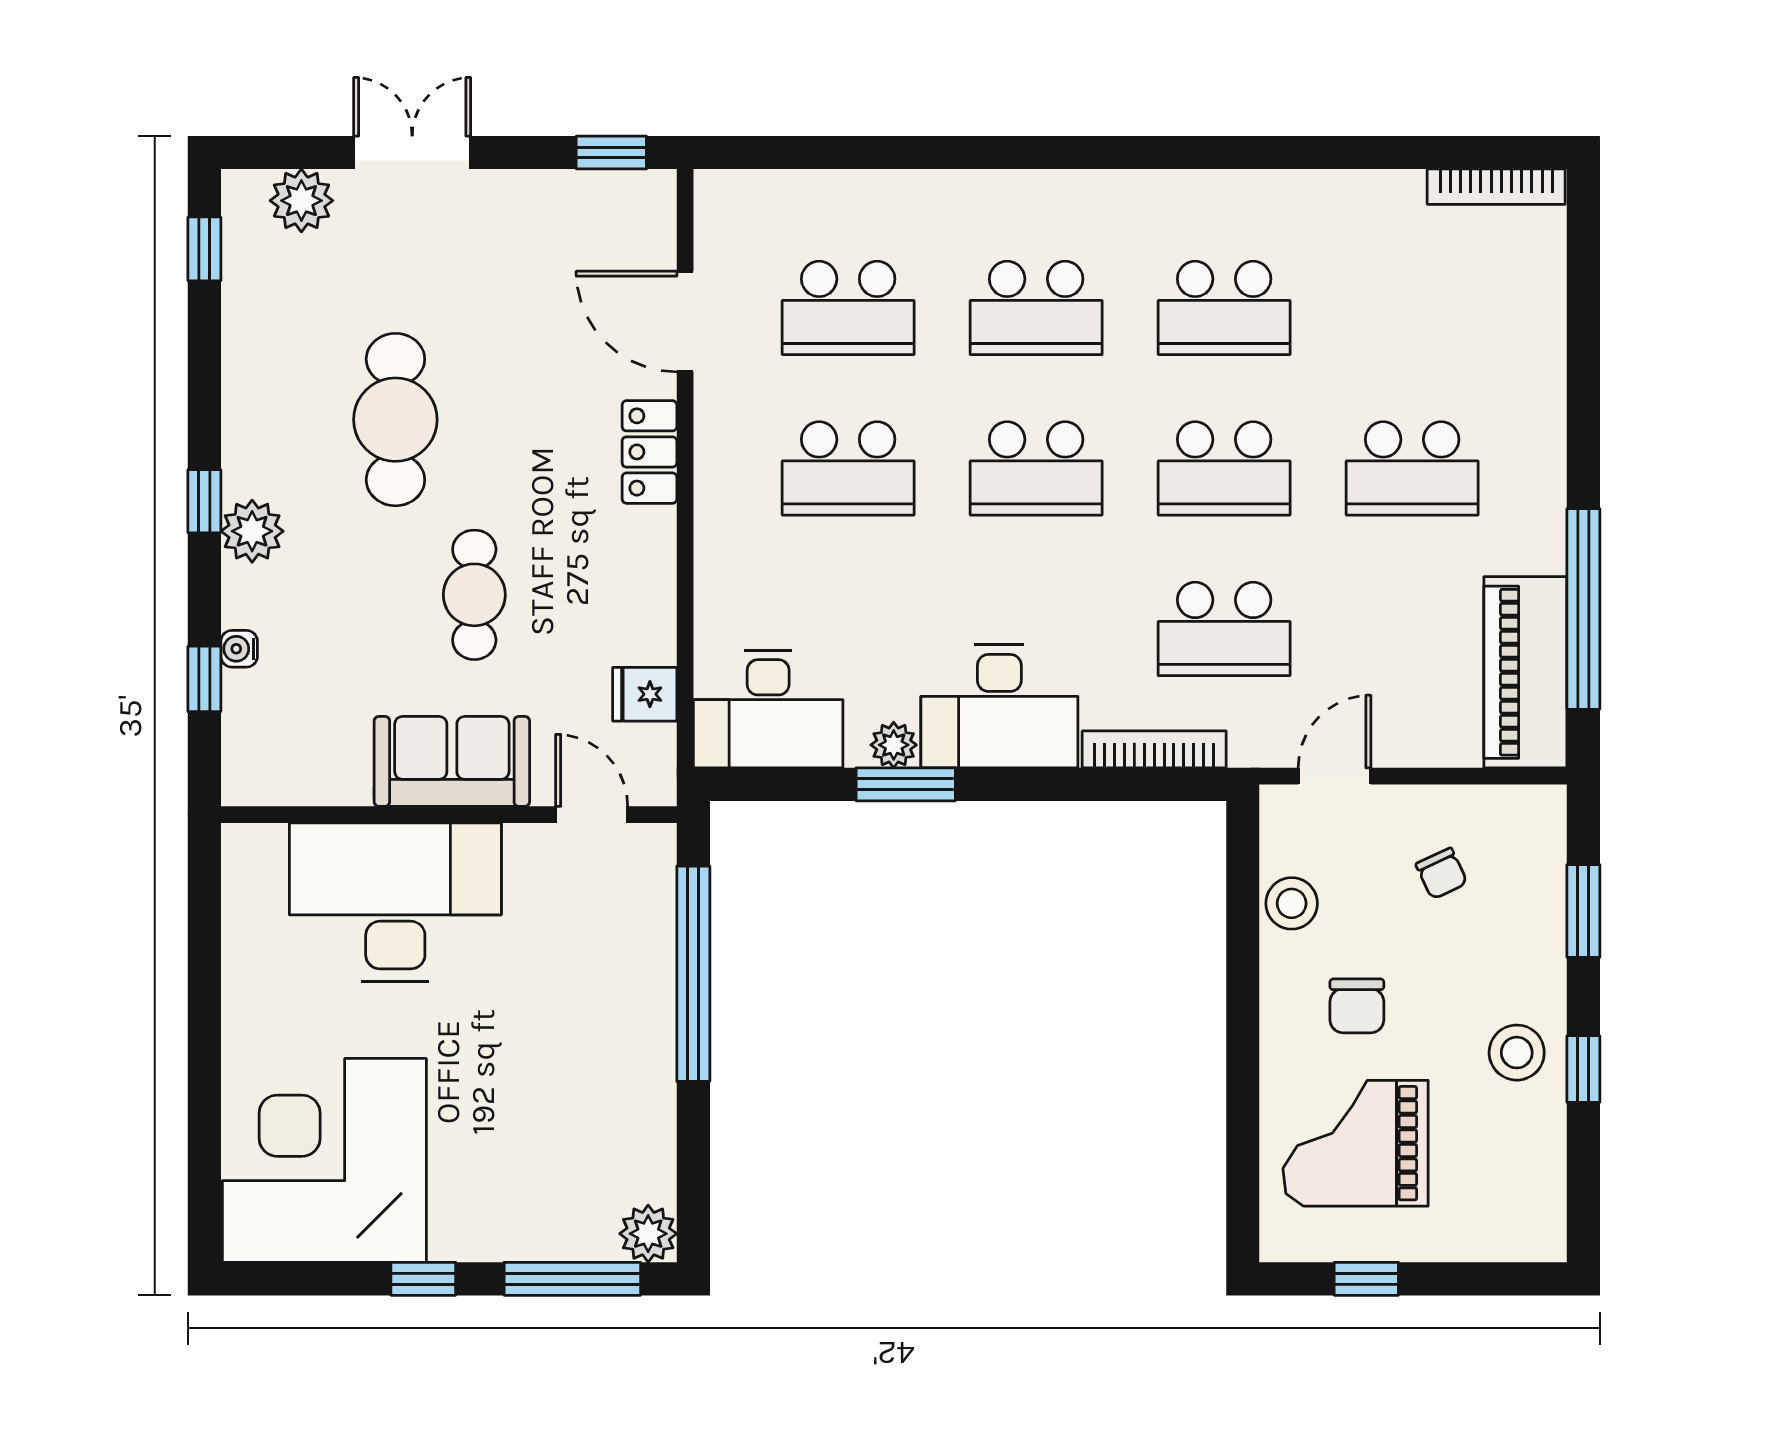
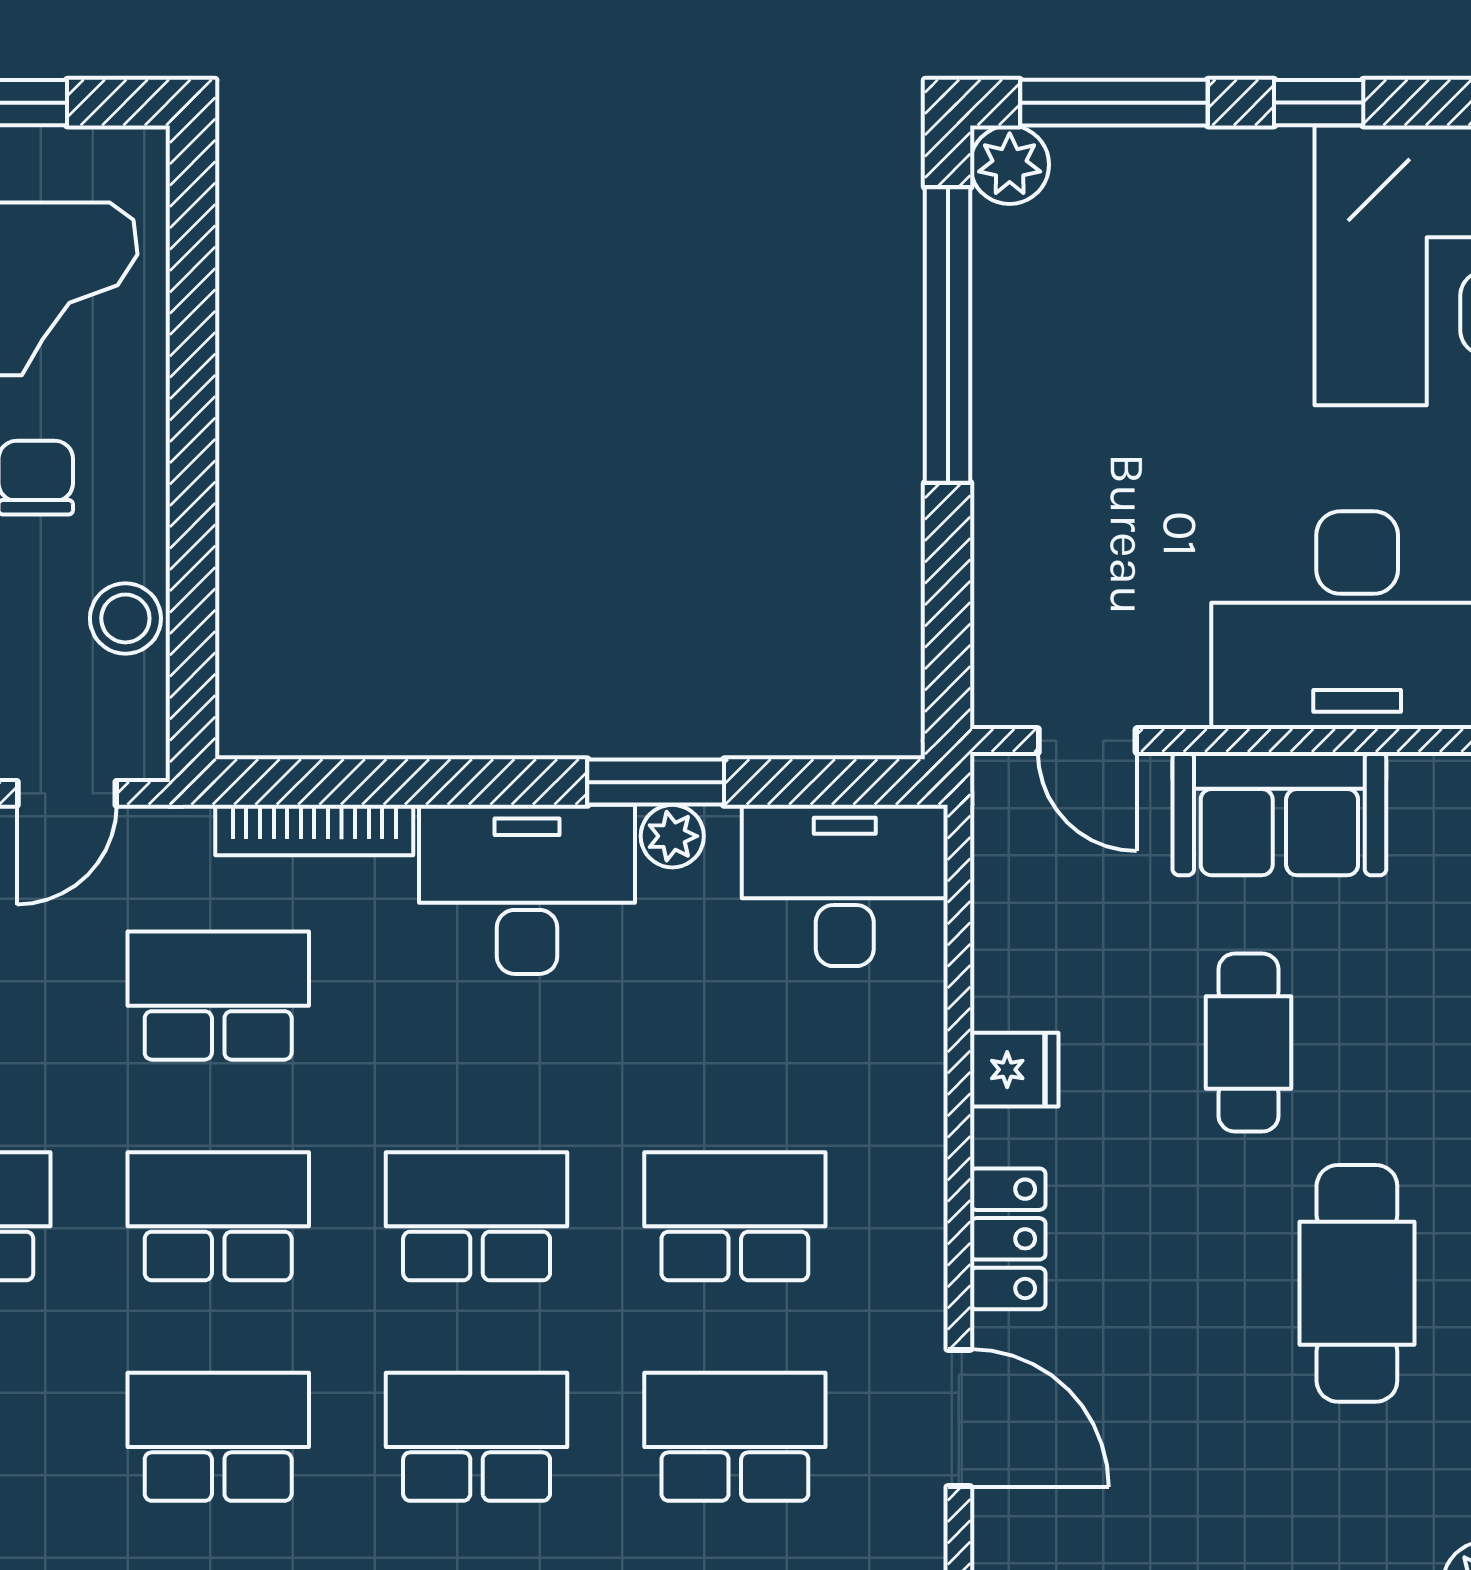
fridge: (645, 694) -> (1014, 1070), moved
window: (693, 974) -> (948, 335), moved

